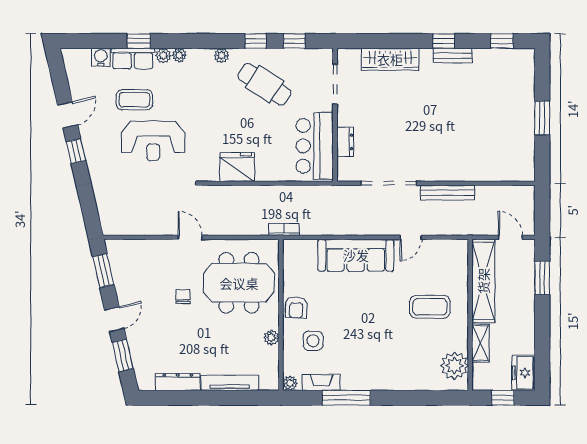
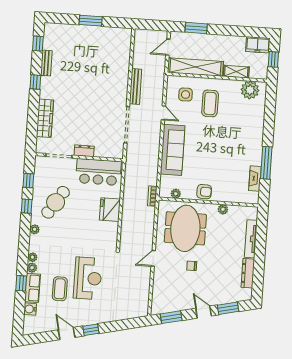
bench: (453, 56) -> (46, 63), moved
dresser: (345, 142) -> (84, 151), moved
fridge: (237, 167) -> (110, 210), moved
side table: (313, 341) -> (186, 95), moved
plant: (290, 383) -> (176, 194), moved

